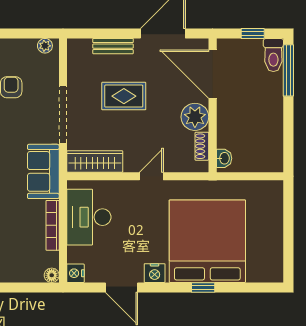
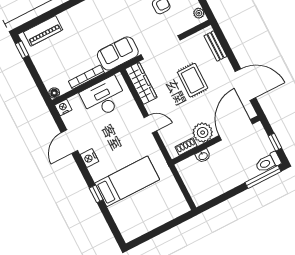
bench: (113, 46) -> (215, 46), moved
washbasin: (224, 158) -> (203, 156), moved
bed: (207, 241) -> (127, 181), width x0.49

